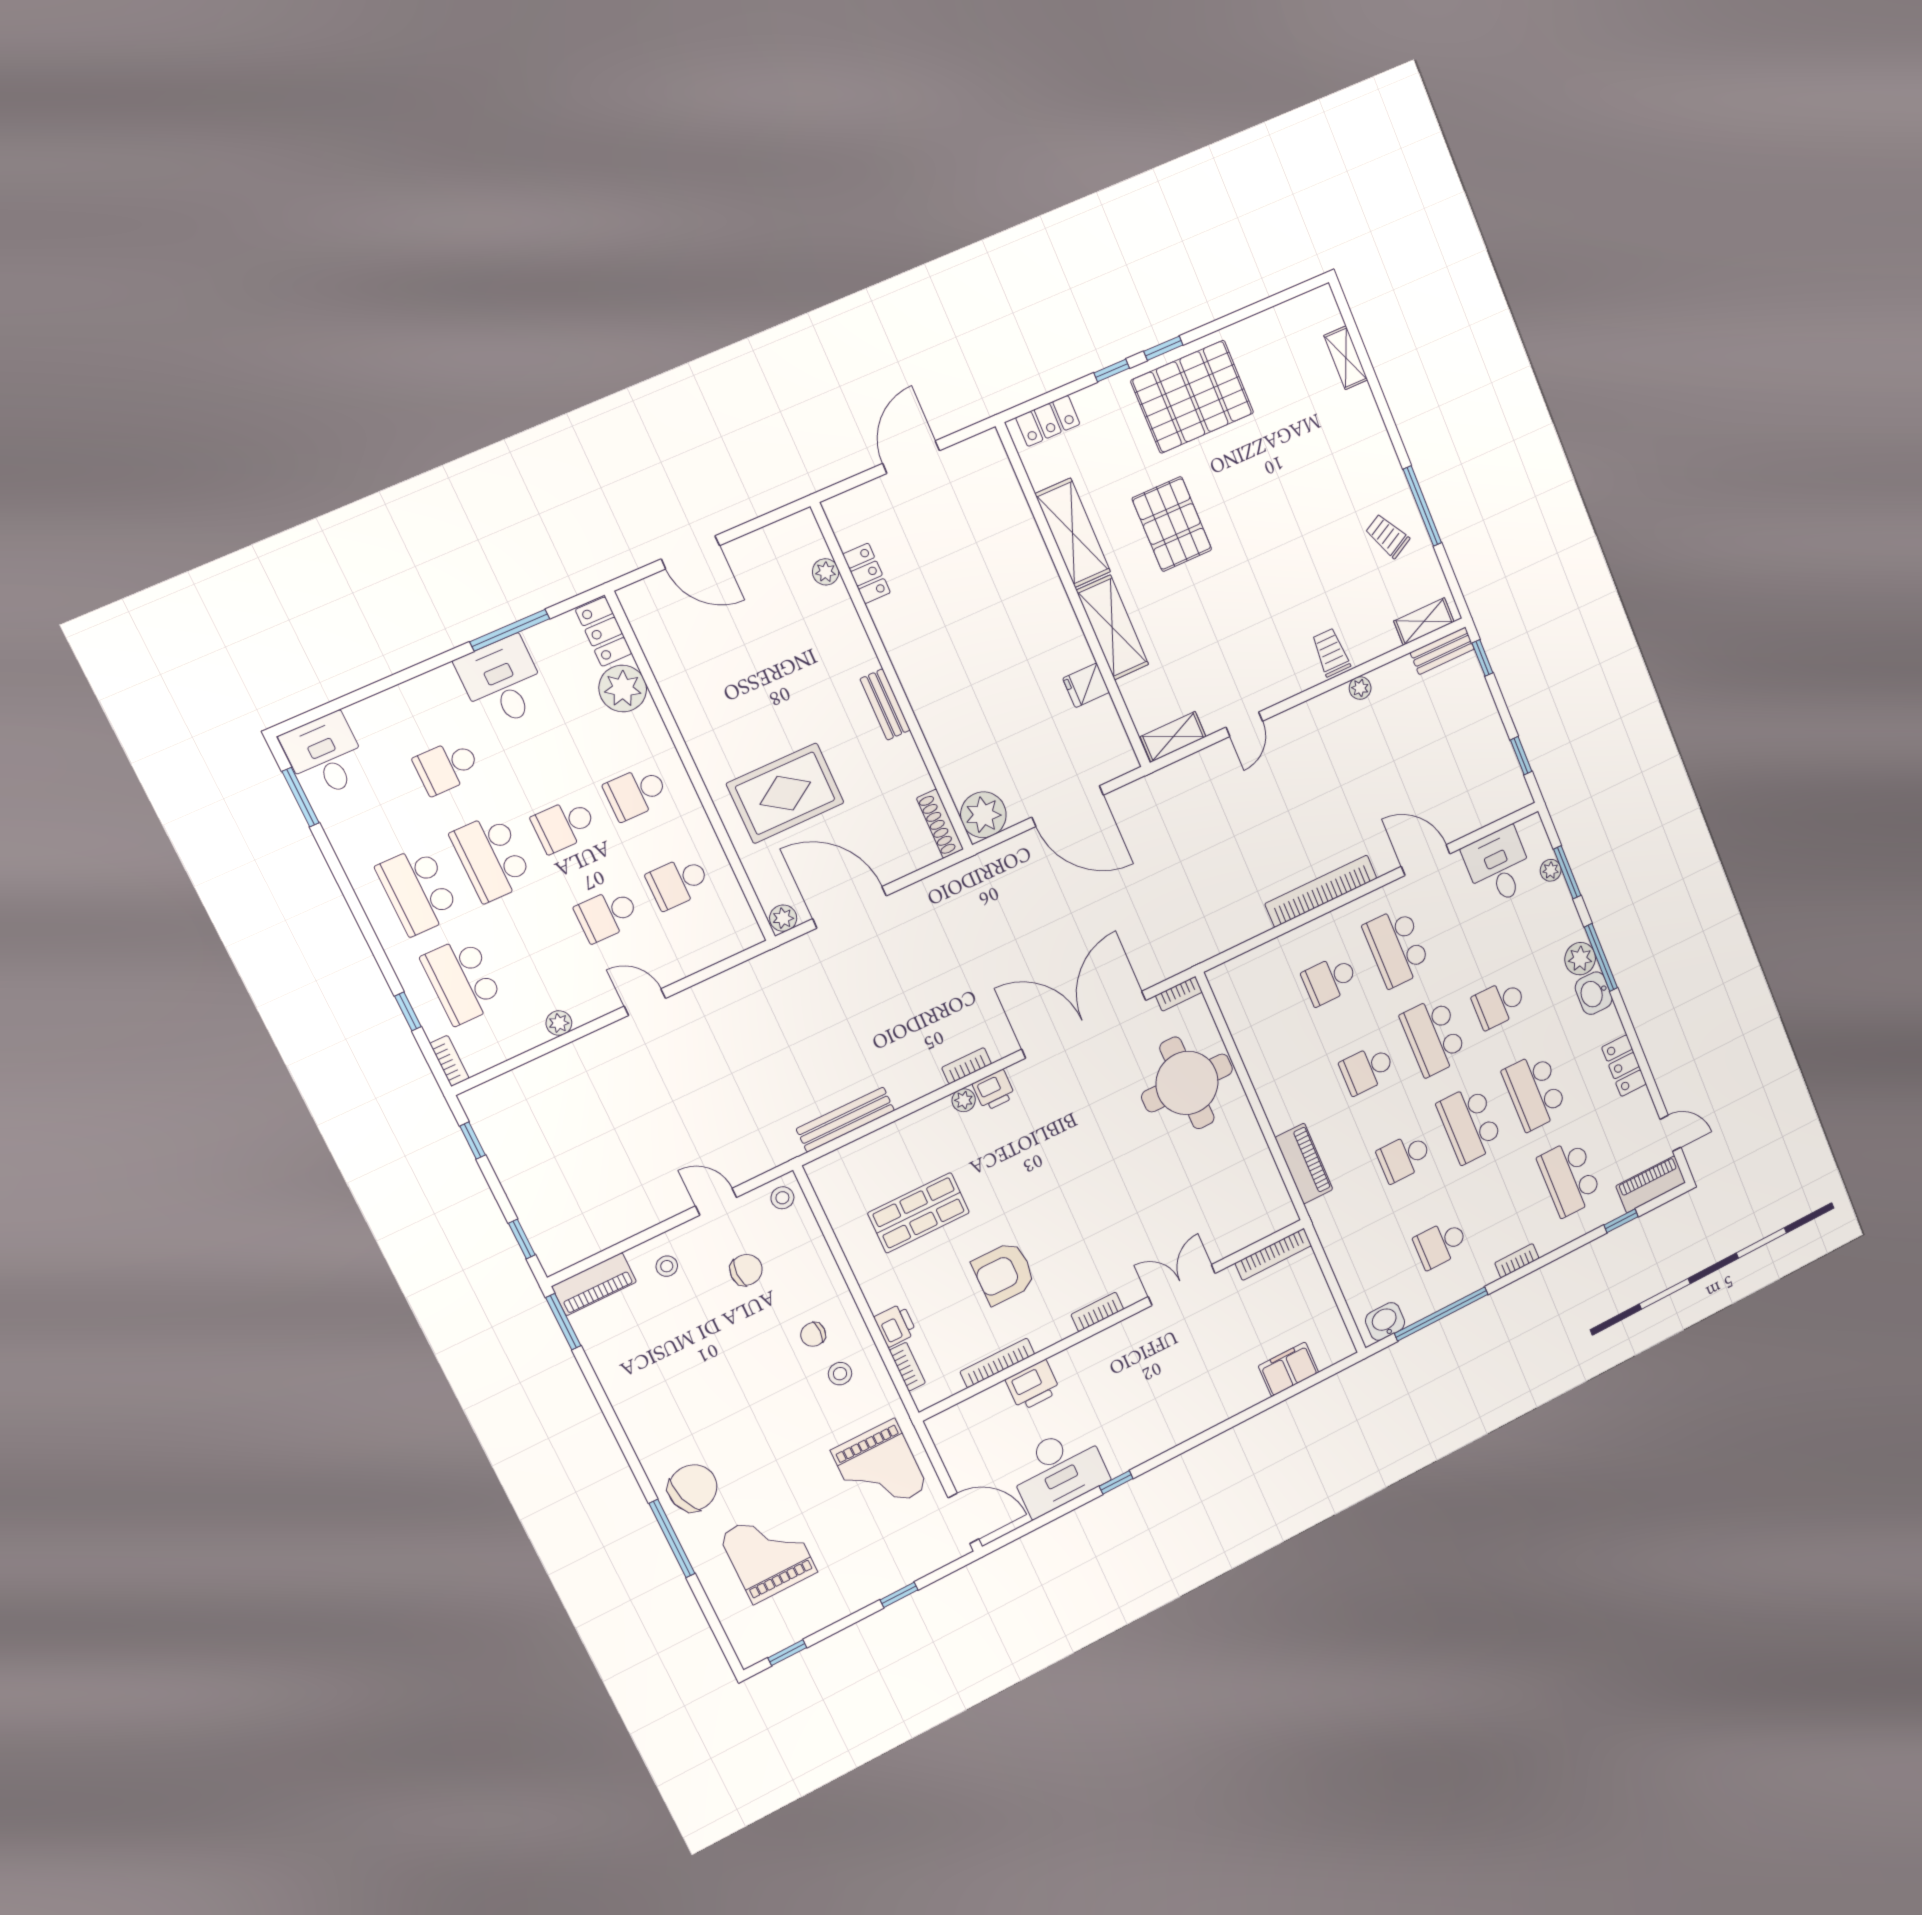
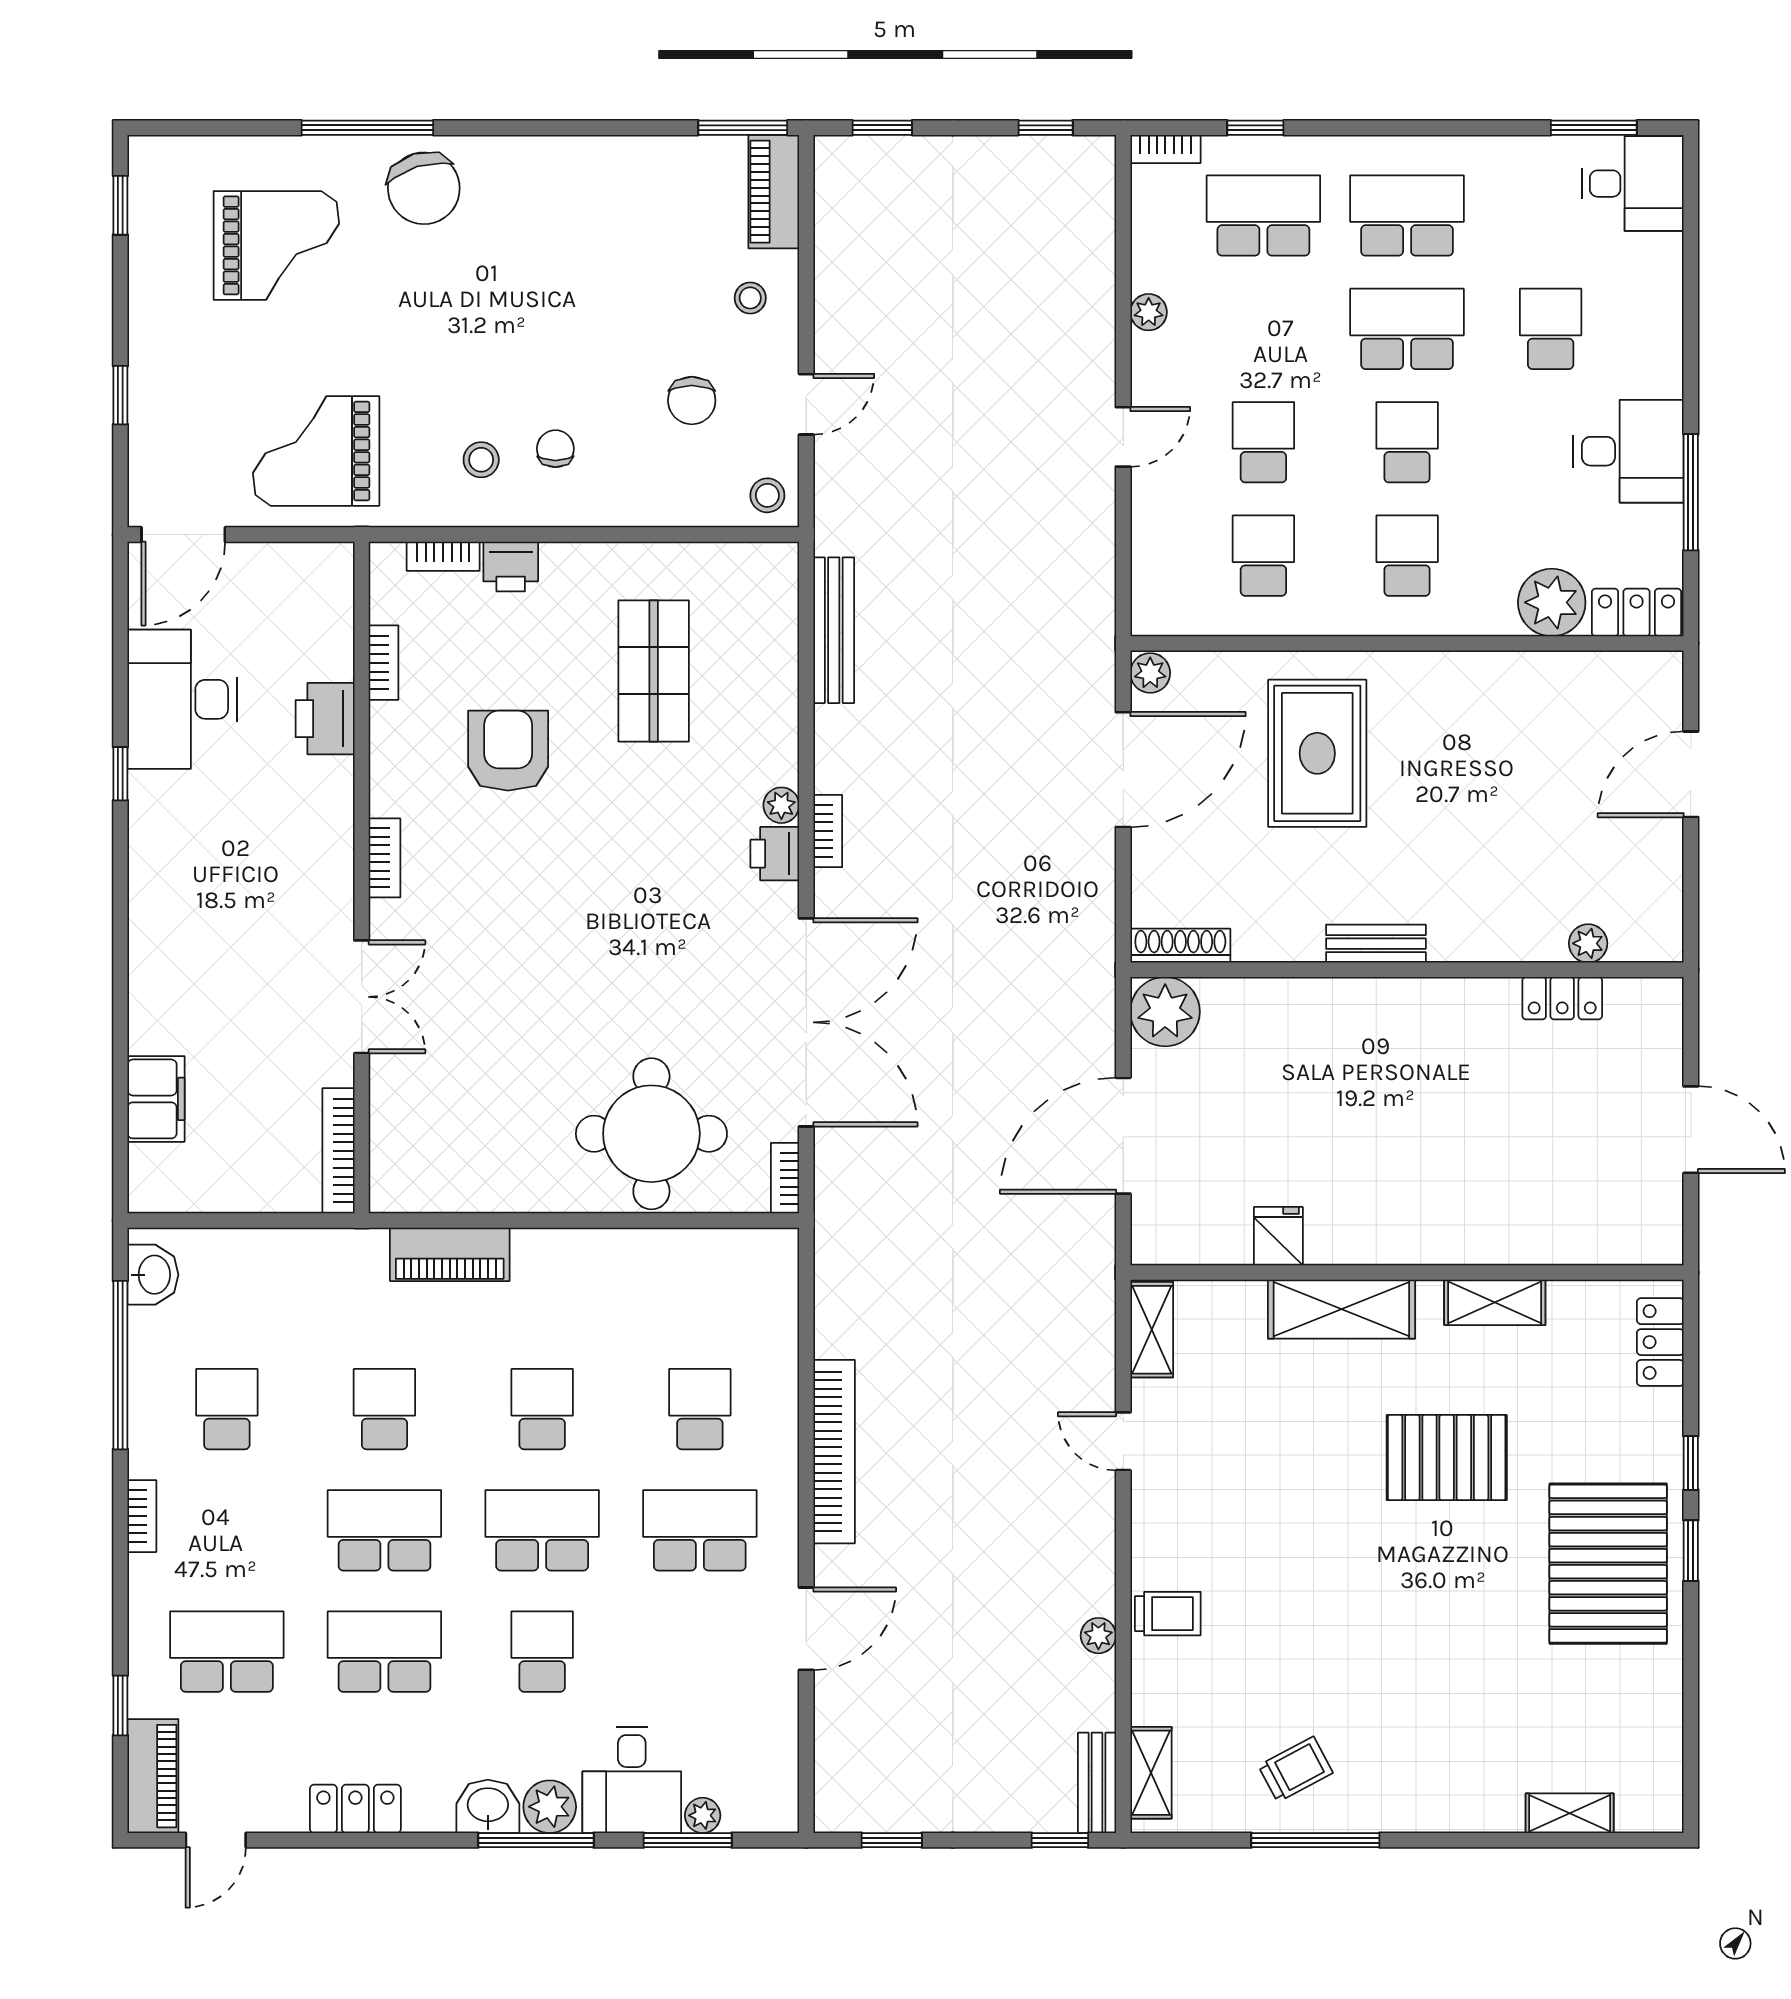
shelving: (1073, 533) -> (1495, 1302), width x0.67, depth x0.75
desk: (1498, 866) -> (632, 1780), moved, turned 90
bookcase: (997, 1363) -> (384, 663), width x0.64

